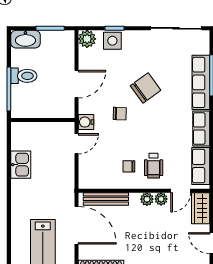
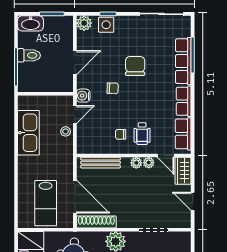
chair: (146, 88) -> (135, 66), turned -54
stool: (66, 163) -> (66, 131), added
kitchen sink: (21, 165) -> (28, 133), width x1.88, depth x1.24
door: (181, 191) -> (166, 155), hinge flipped
door: (76, 225) -> (75, 197), moved

